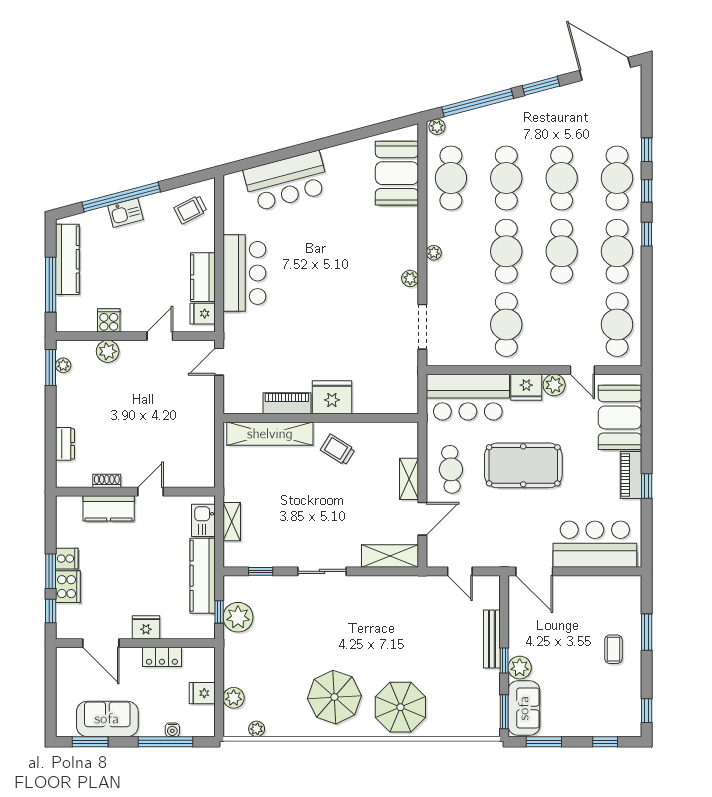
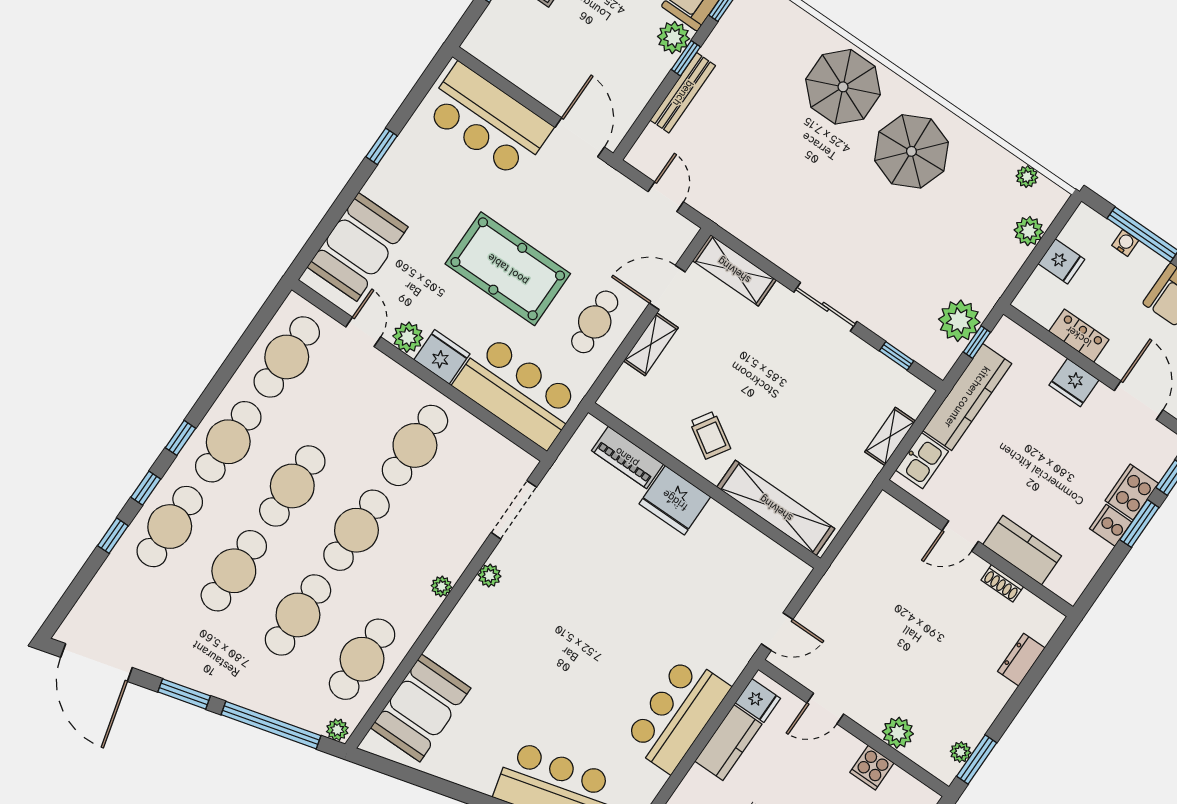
piano: (287, 403) -> (627, 457), moved
piano: (631, 475) -> (391, 172), removed

